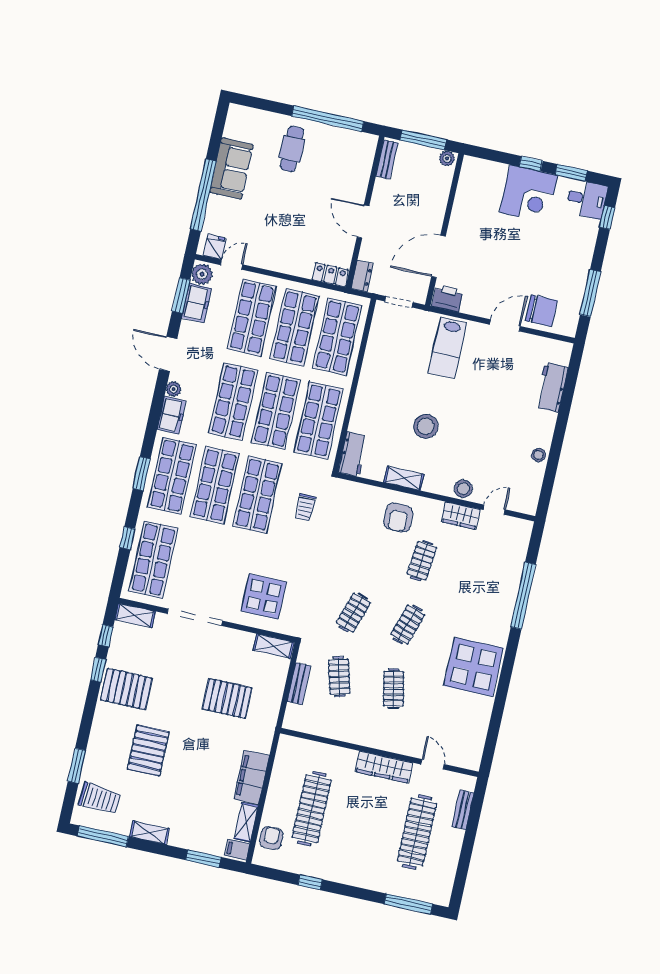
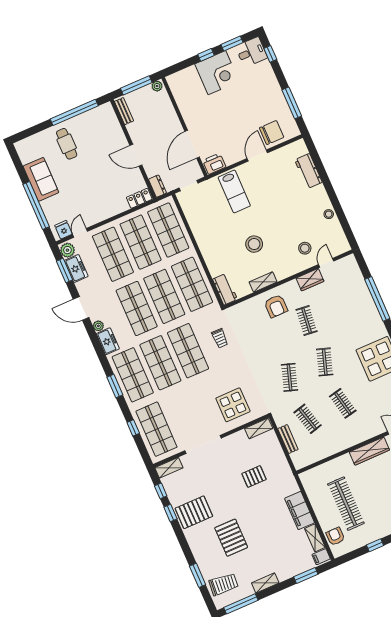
stool: (463, 489) -> (305, 248), moved
pallet: (227, 698) -> (254, 476), width x0.67, depth x0.71

